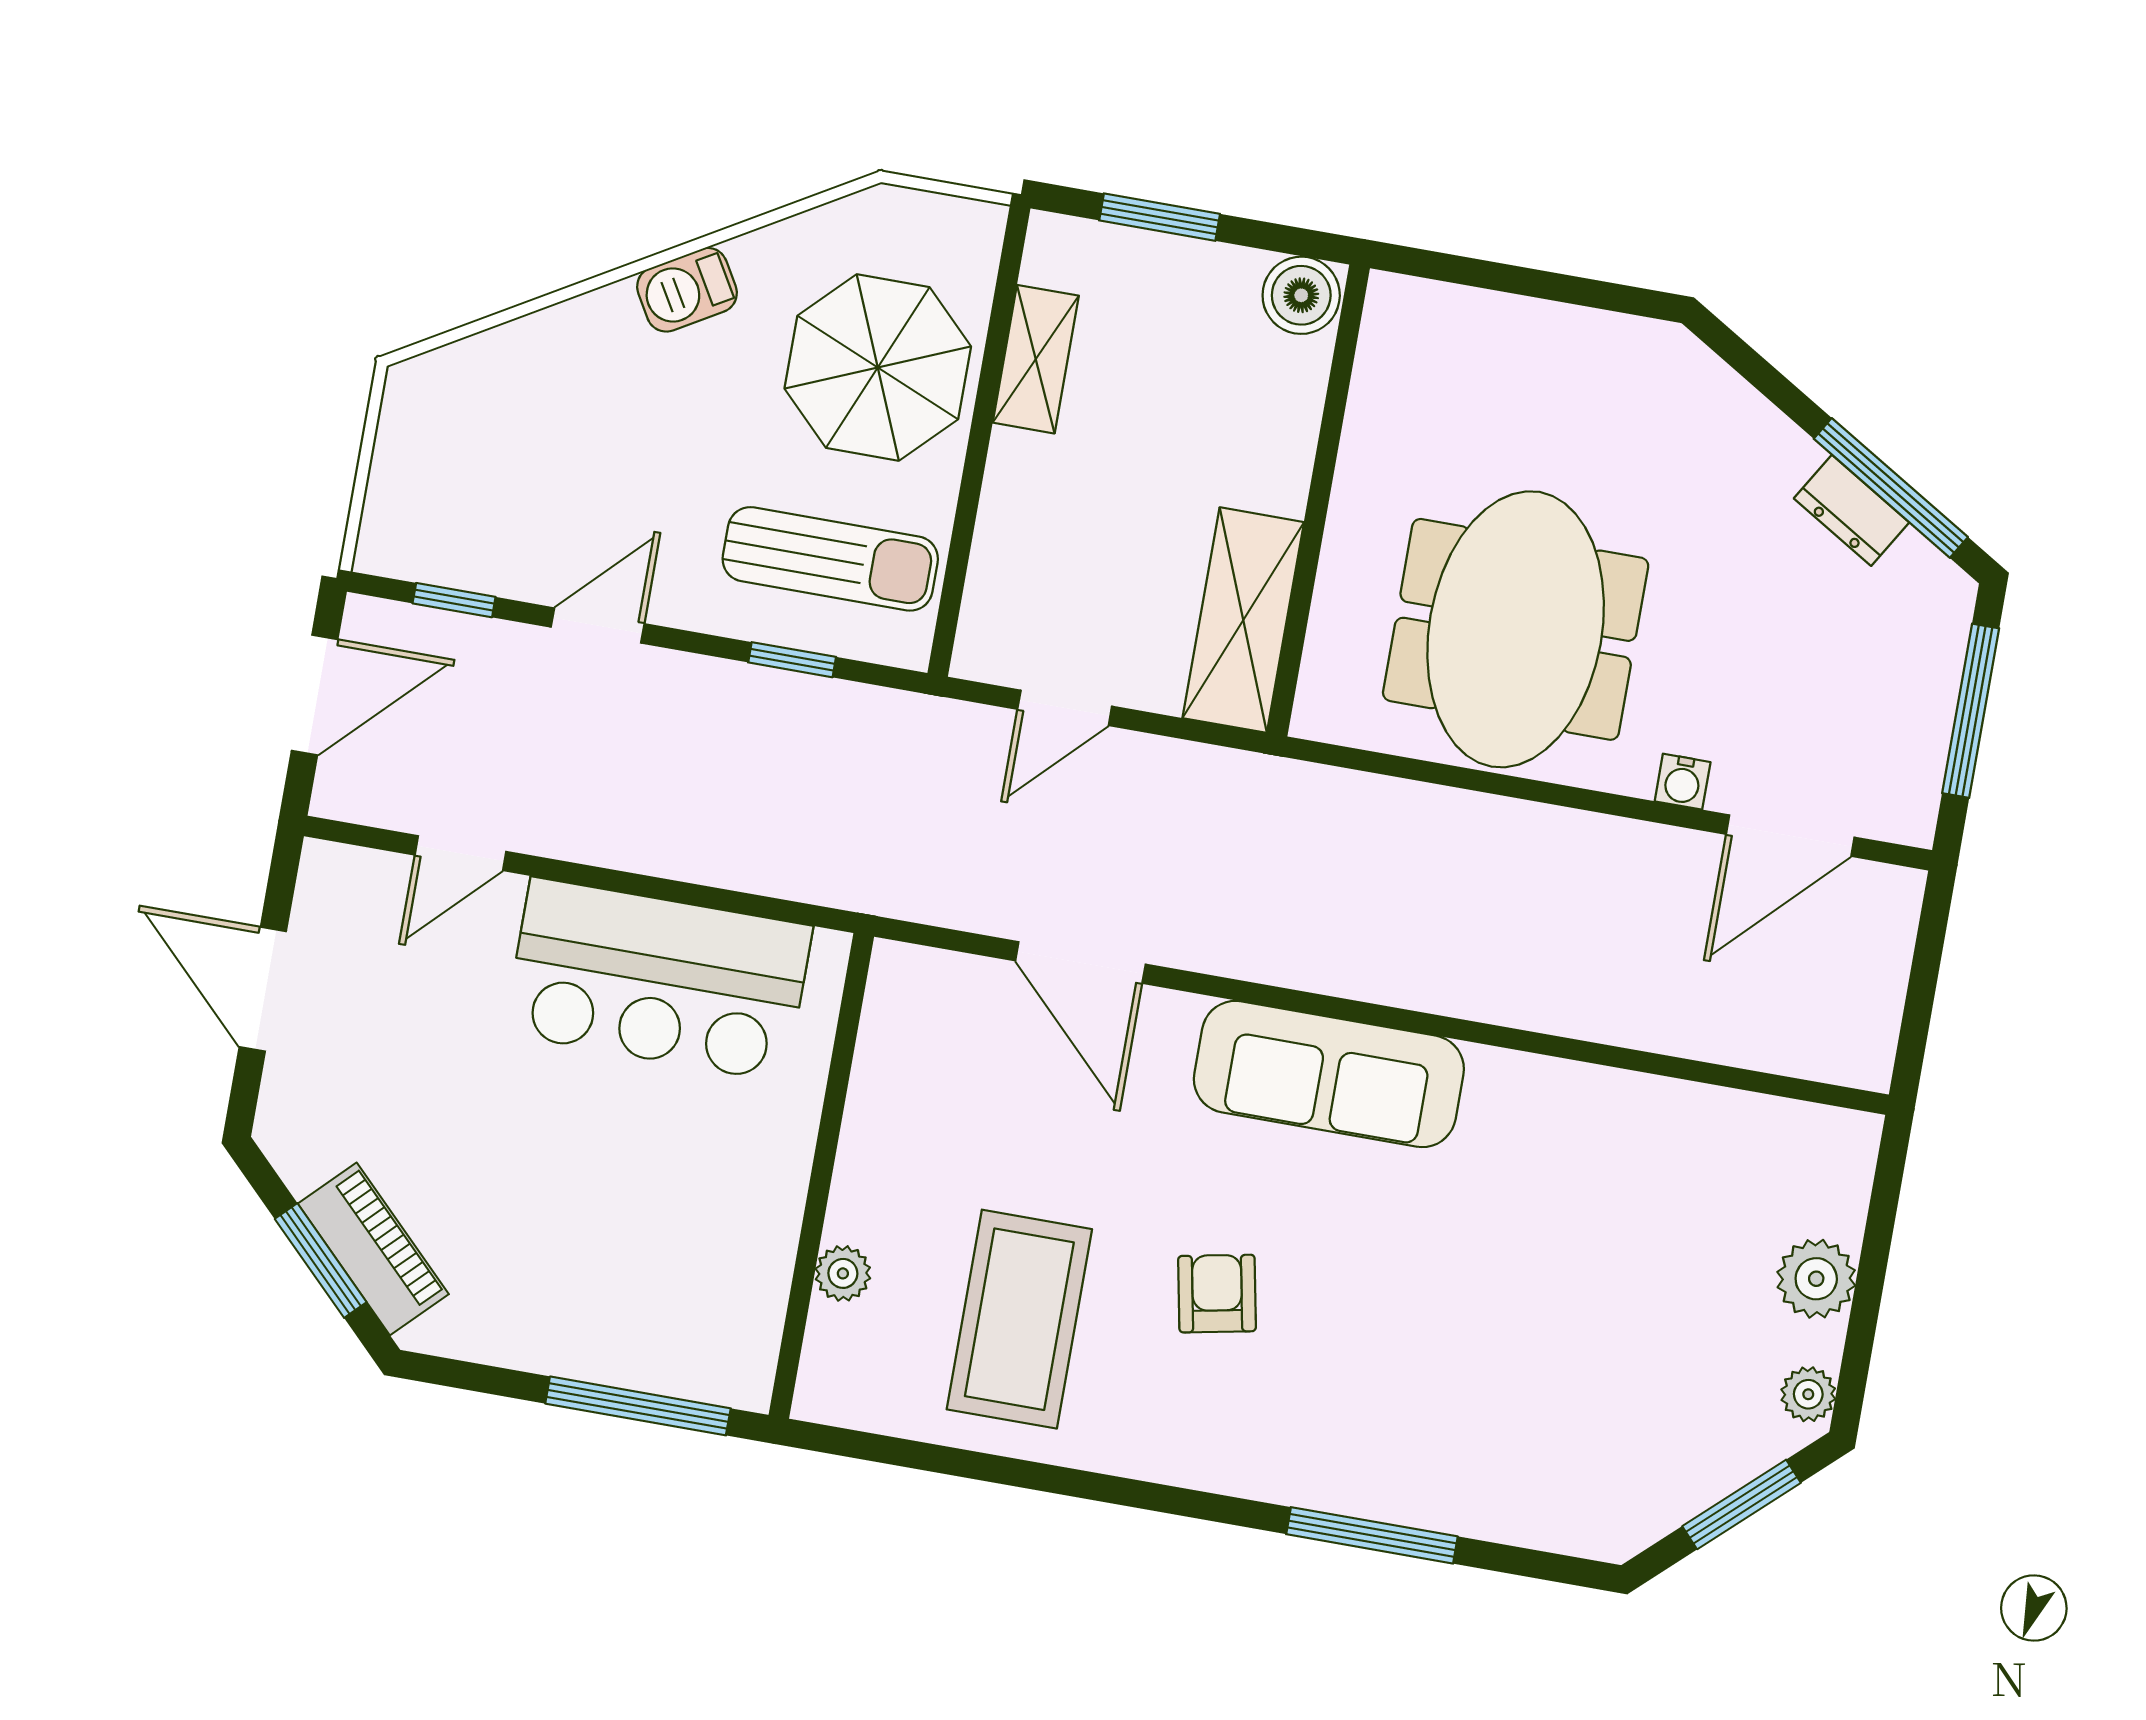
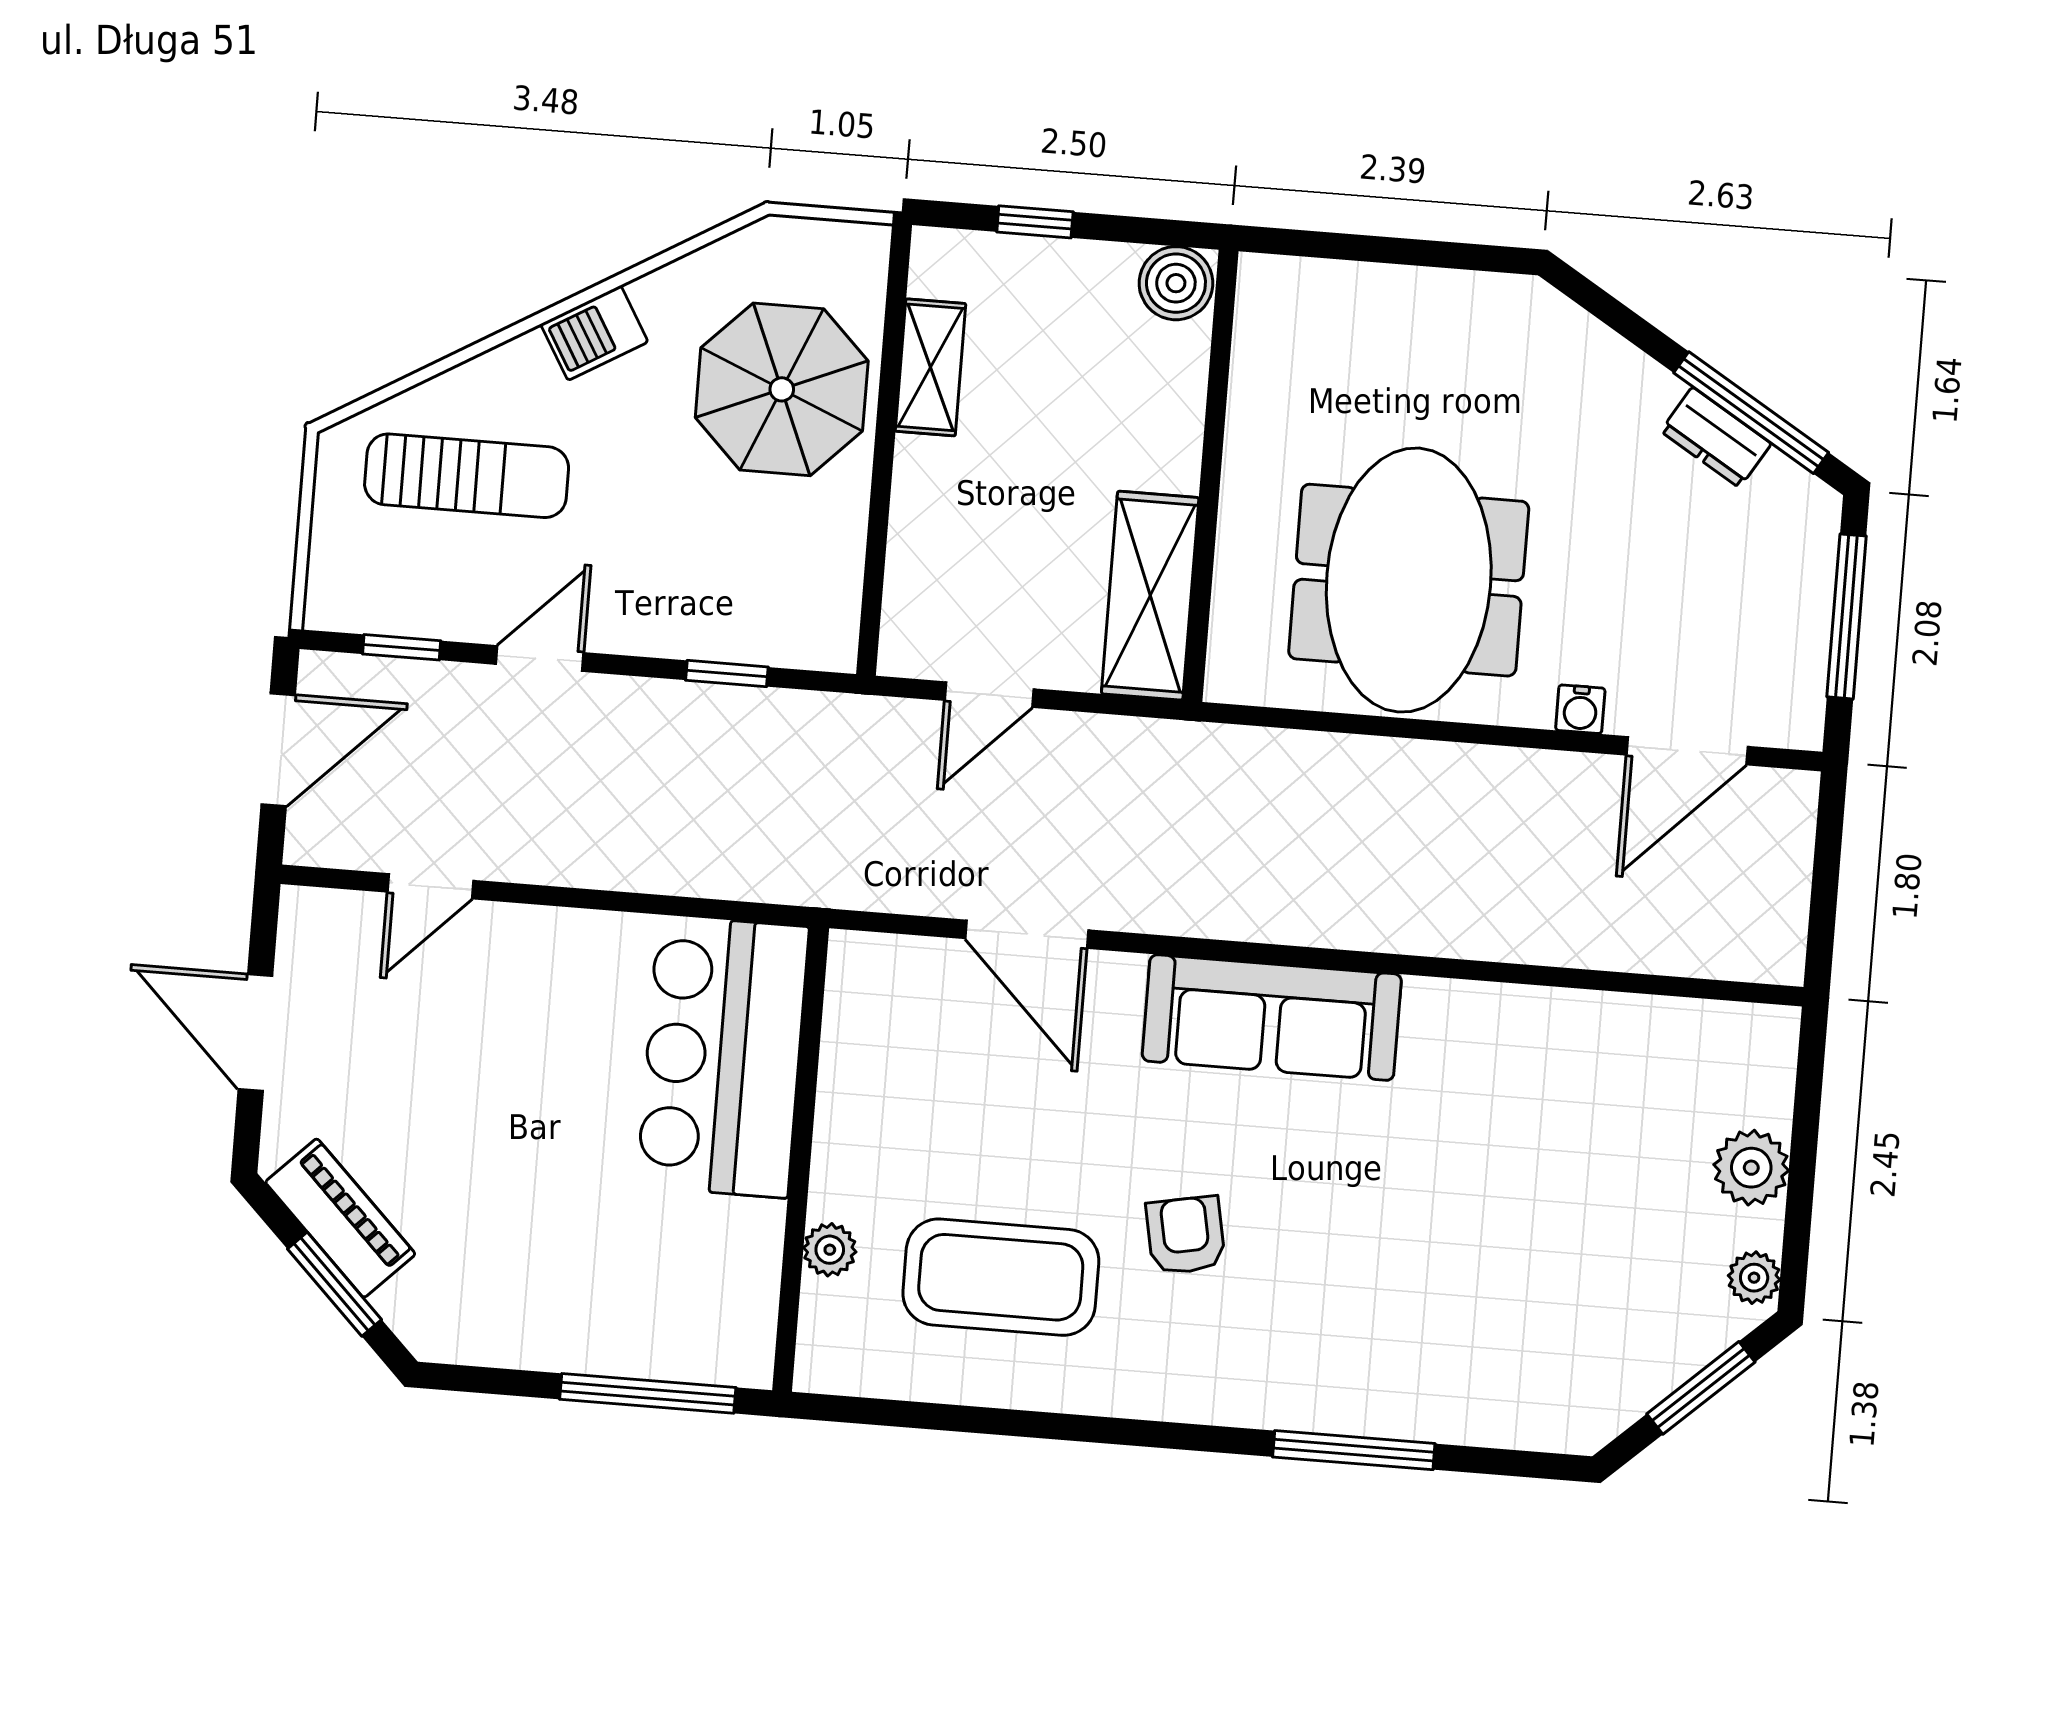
window: (1160, 217) -> (1035, 222), width x0.67
sun lounger: (830, 559) -> (467, 476), moved
bar counter: (658, 980) -> (723, 1057), moved, turned 90
piano: (373, 1249) -> (340, 1218), moved
coffee table: (1019, 1319) -> (1001, 1277), turned 90

